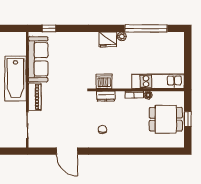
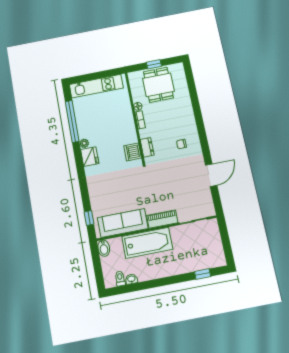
bidet: (18, 37) -> (104, 248), added
kitchen unit: (158, 81) -> (96, 86), moved, turned -90

